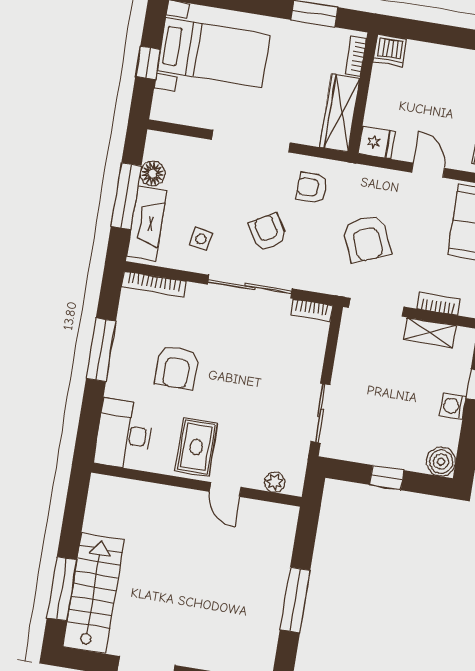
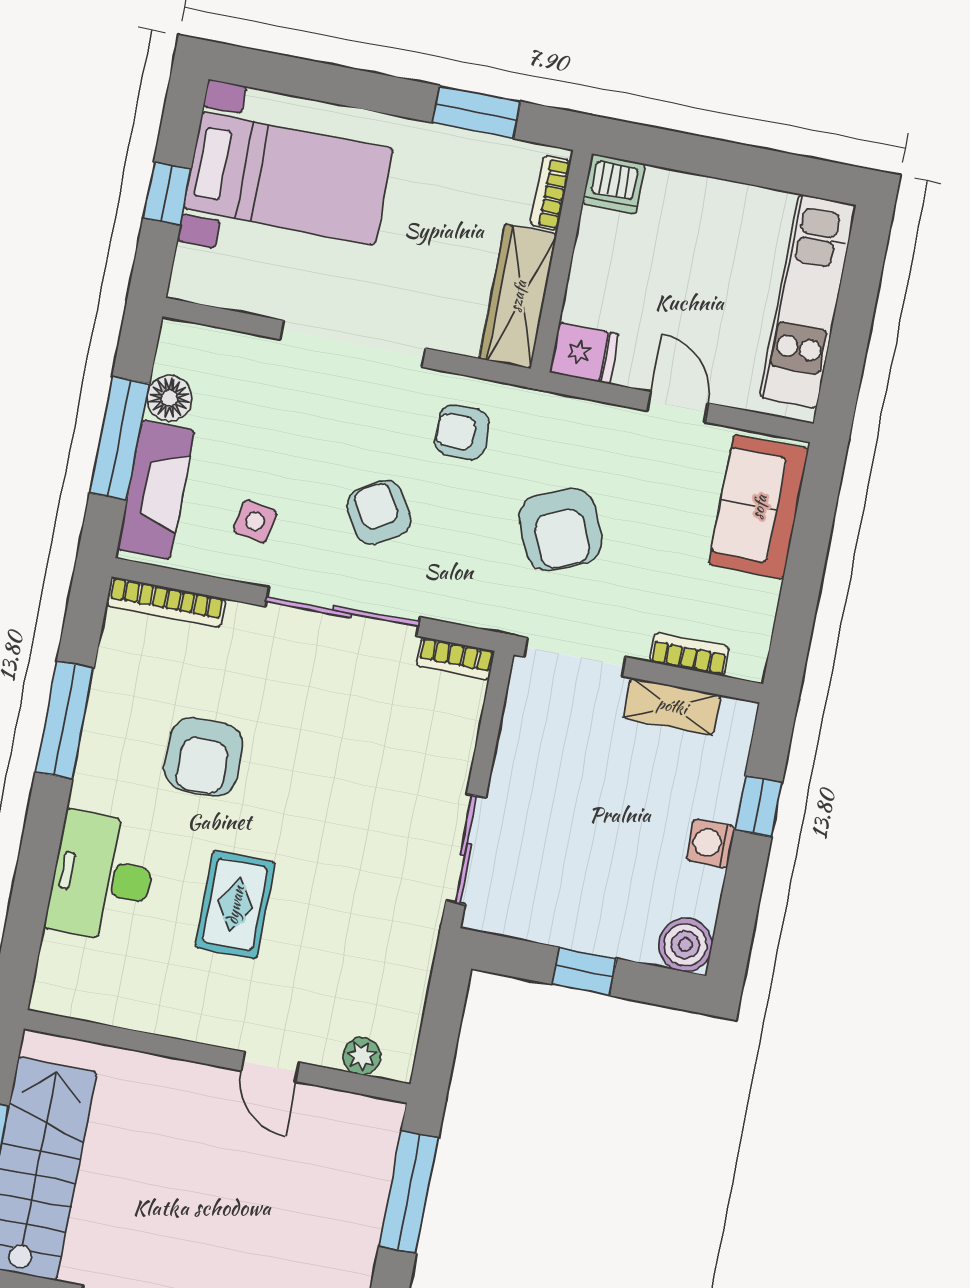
plant: (275, 482) -> (362, 1056), moved
wall: (196, 485) -> (217, 1056), moved
door: (225, 489) -> (270, 1067), moved

